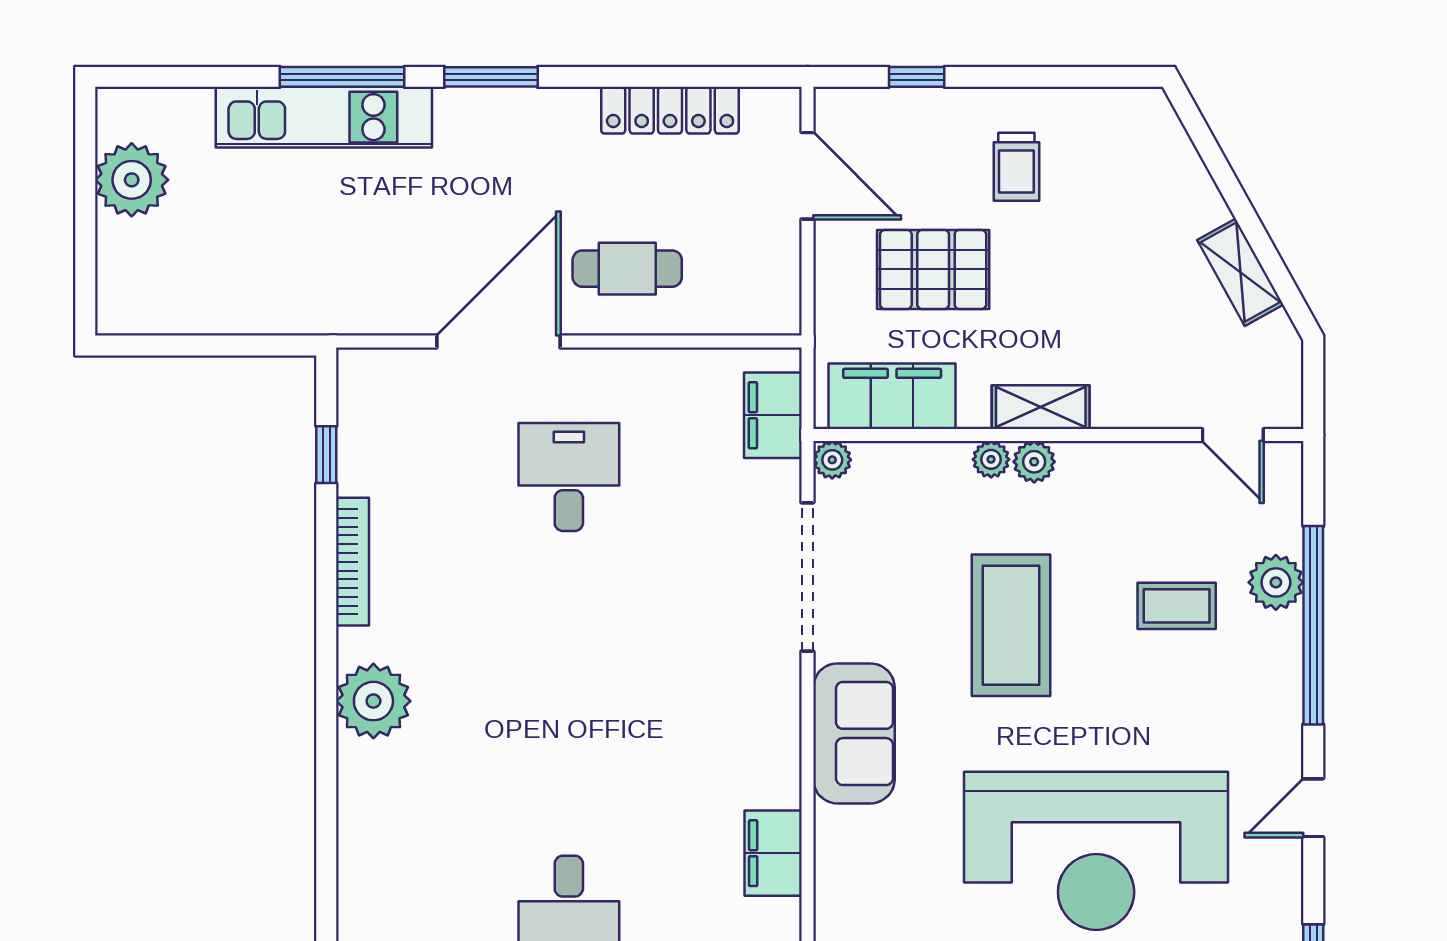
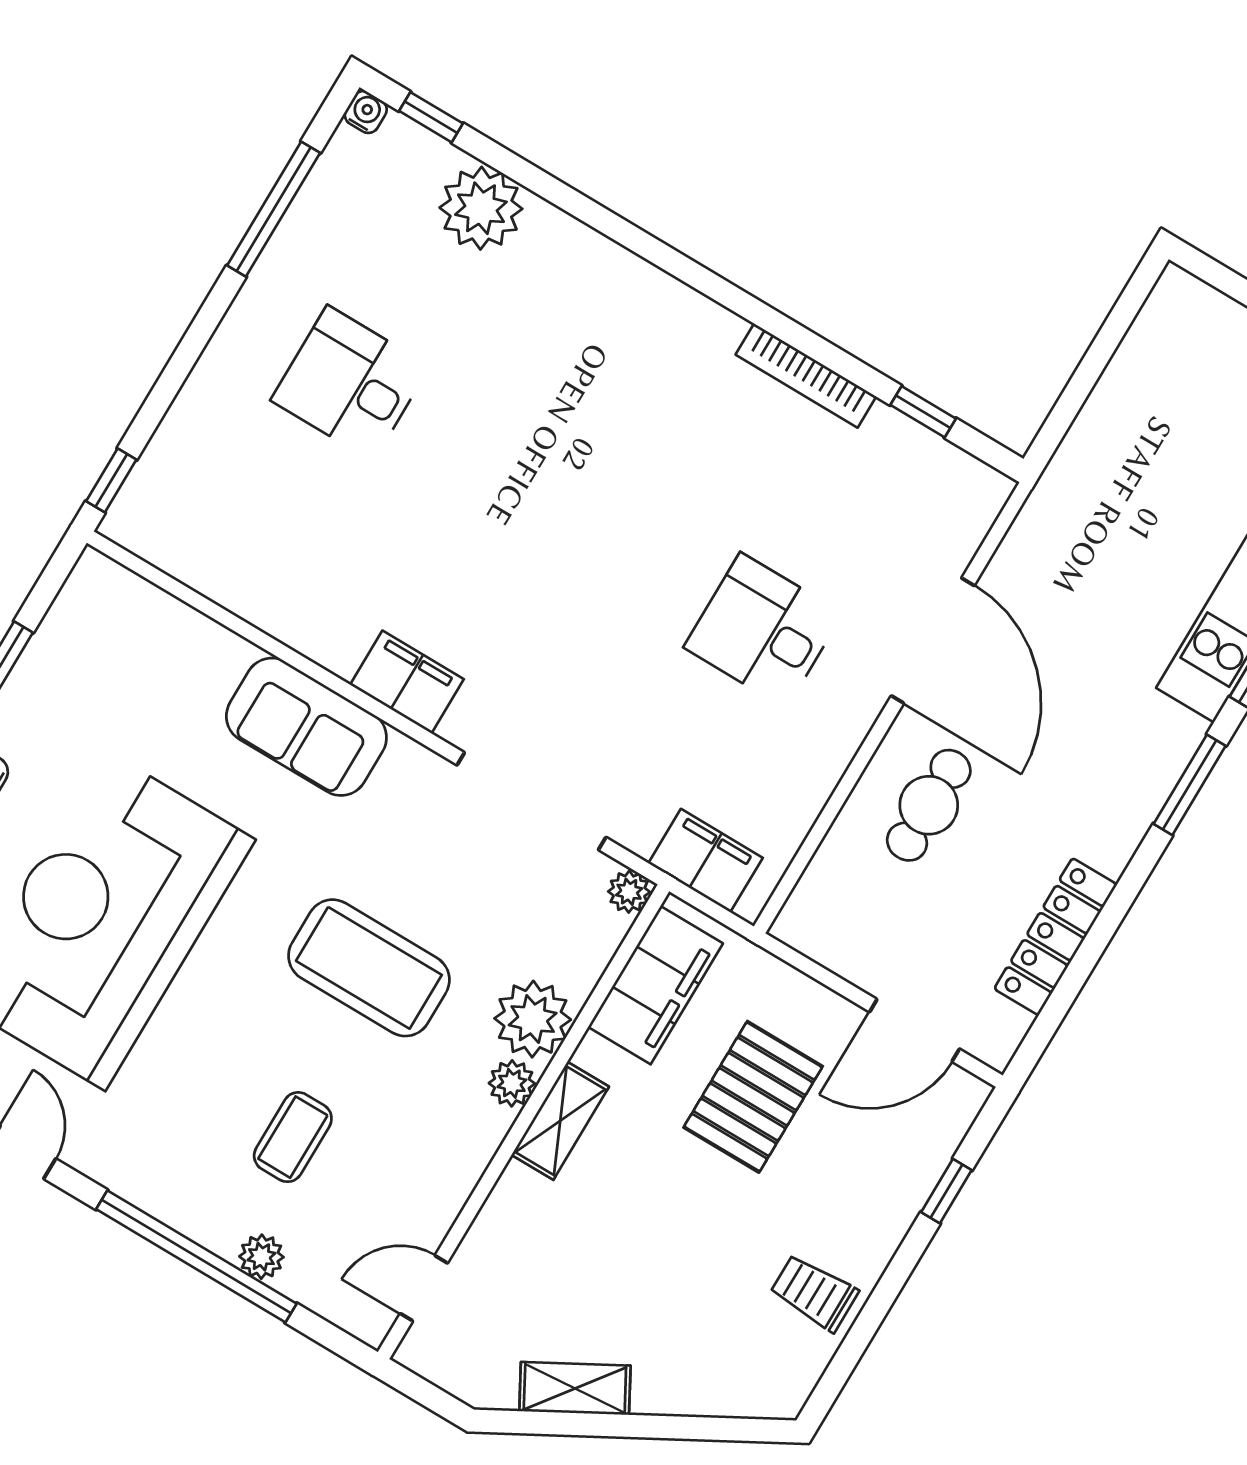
trolley: (1016, 167) -> (814, 1293), moved
plant: (991, 459) -> (533, 1019), width x1.87, depth x1.87
desk: (569, 477) -> (763, 630), turned 180
plant: (1276, 582) -> (261, 1257), width x0.73, depth x0.73
plant: (373, 701) -> (481, 208), moved
sofa: (854, 733) -> (306, 727), moved
filing cabinet: (773, 853) -> (407, 682), moved

